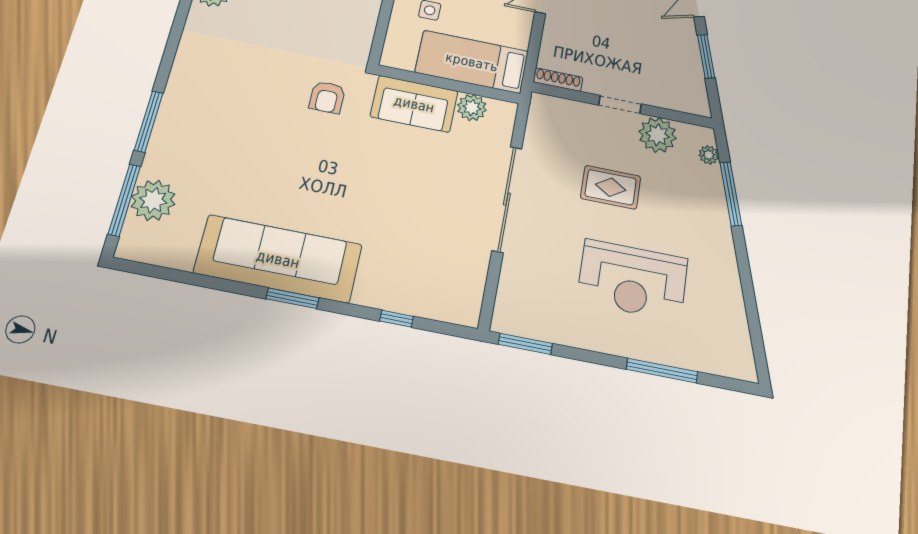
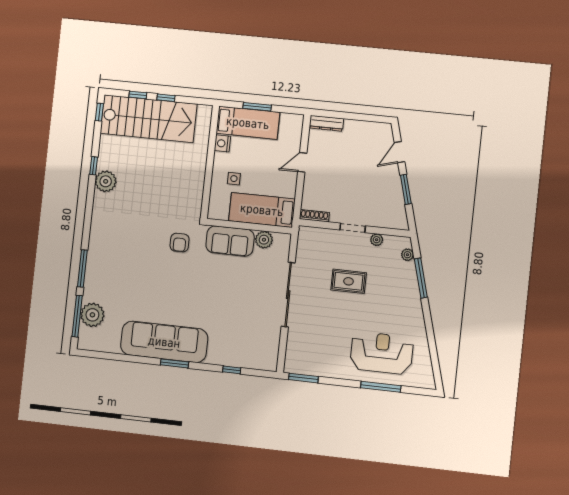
plant: (658, 135) -> (377, 240), width x0.53, depth x0.53
reception desk: (633, 280) -> (382, 353), moved, turned 180

